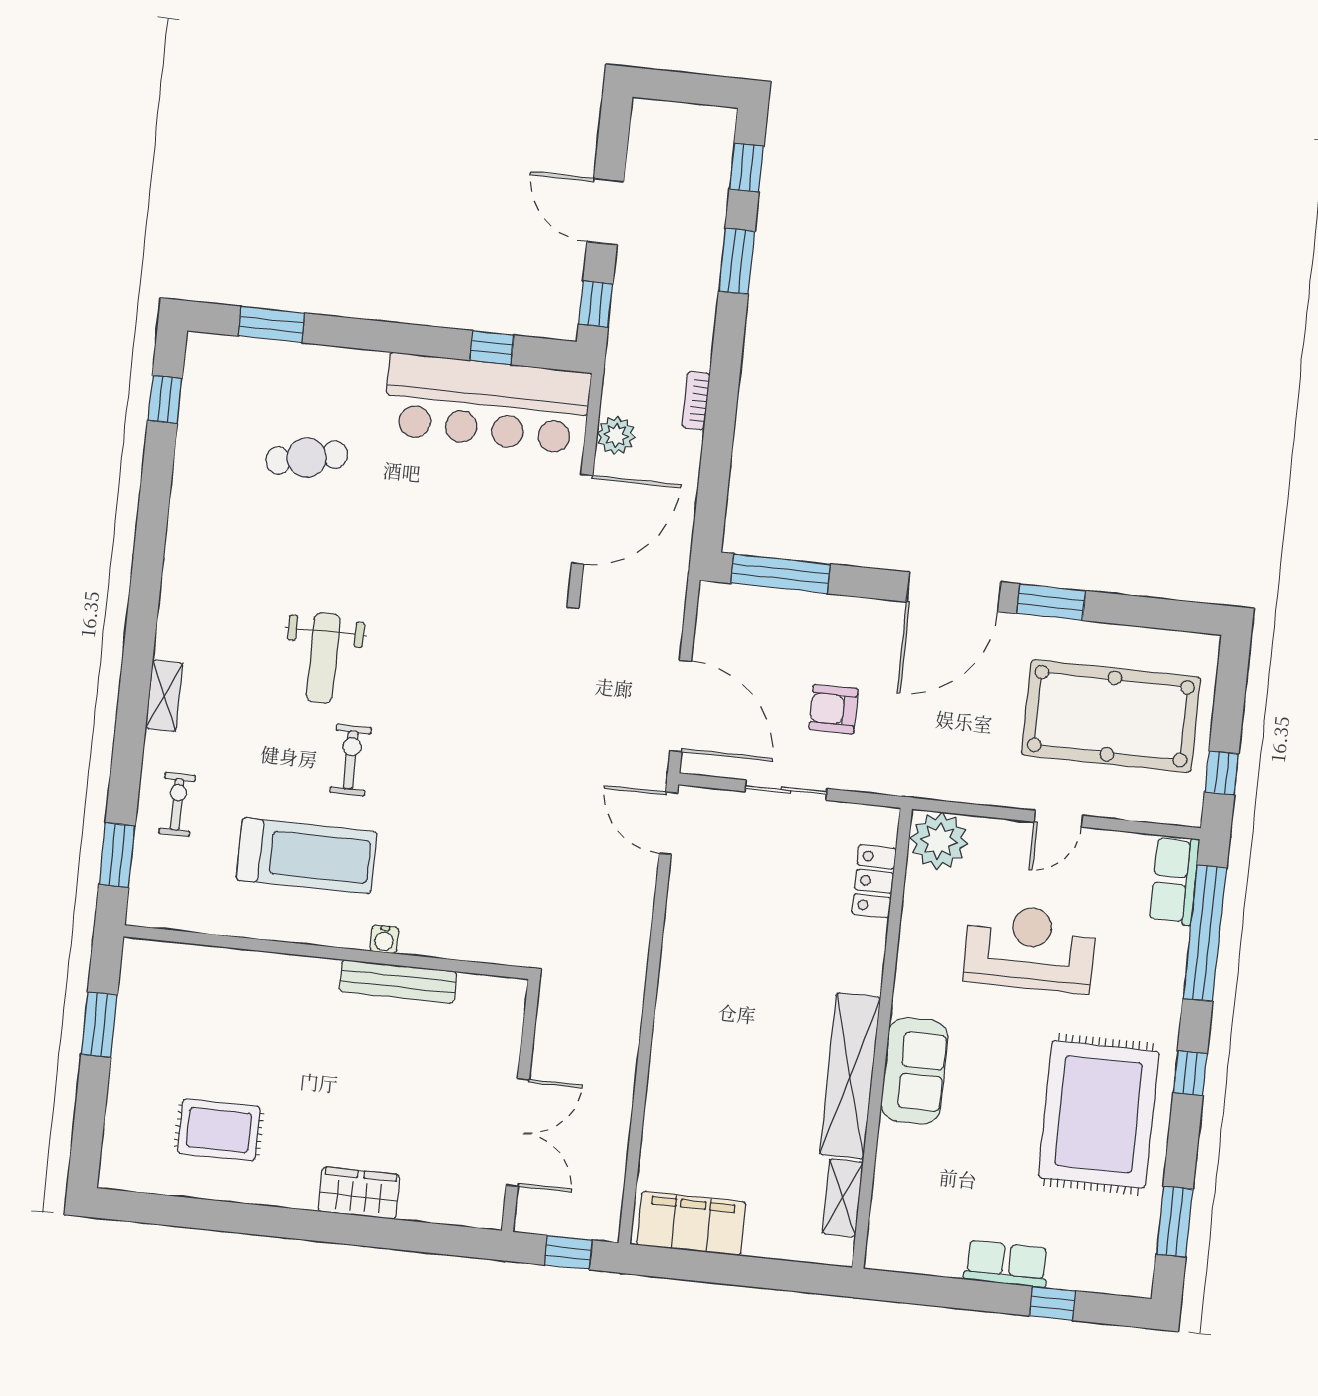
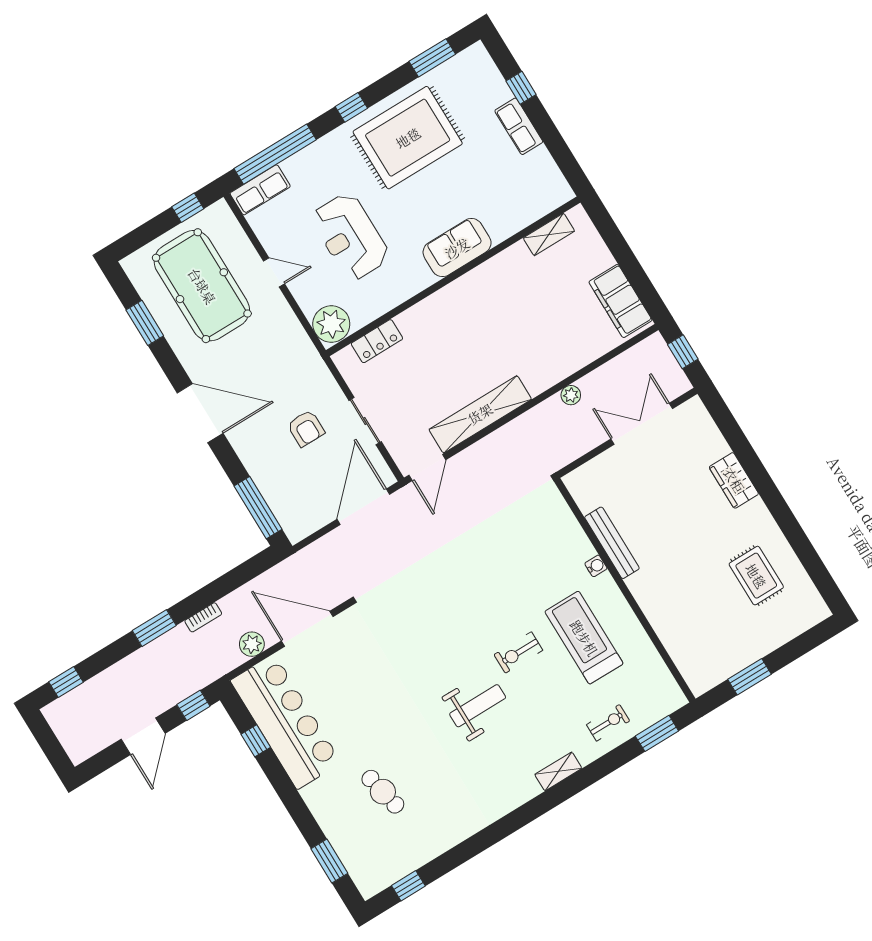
window: (737, 261) -> (154, 628), moved
window: (1051, 602) -> (145, 323), moved
exercise bike: (177, 804) -> (608, 723), turned 180
plant: (621, 1071) -> (571, 395), added
shelving: (850, 1076) -> (480, 414), moved

